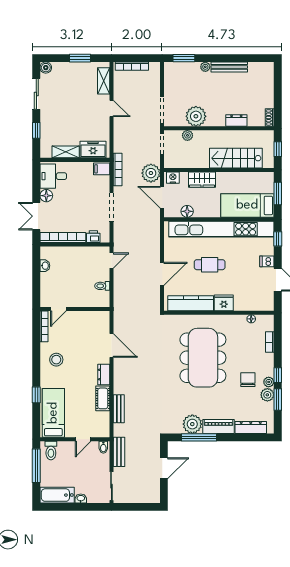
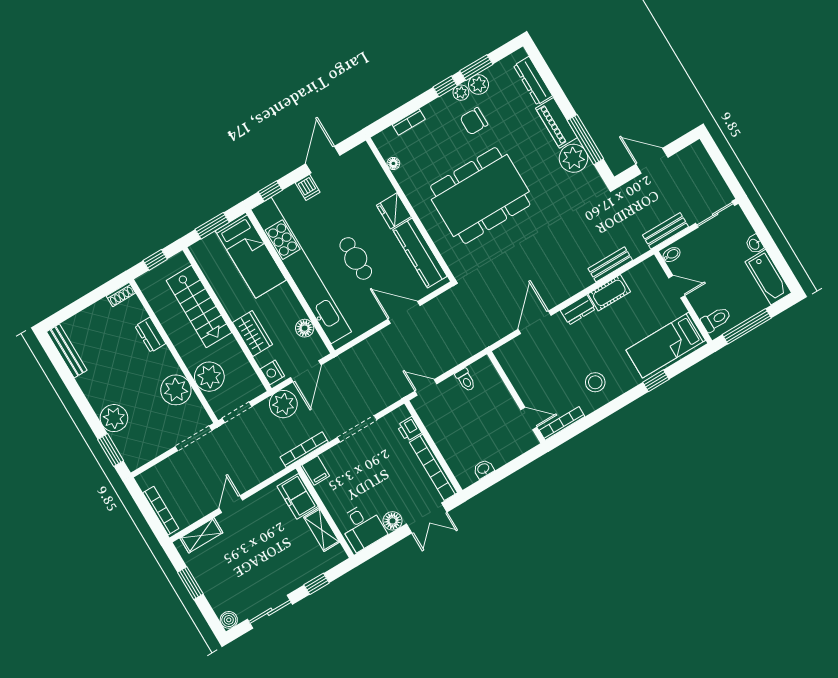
plant: (205, 67) -> (114, 418), width x1.88, depth x1.88
bench: (229, 67) -> (67, 351), moved
plant: (187, 135) -> (209, 377), width x1.87, depth x1.87

